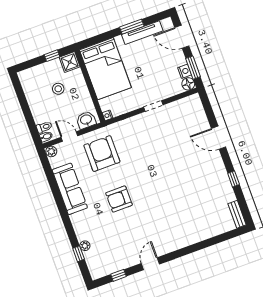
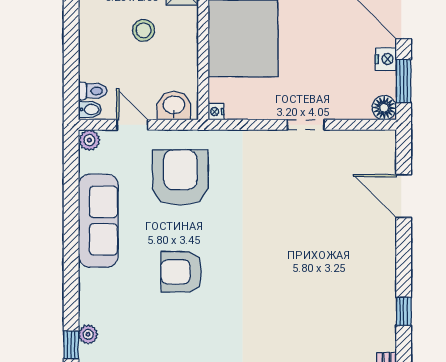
nightstand: (185, 71) -> (386, 59), moved
door: (219, 138) -> (404, 196), moved

